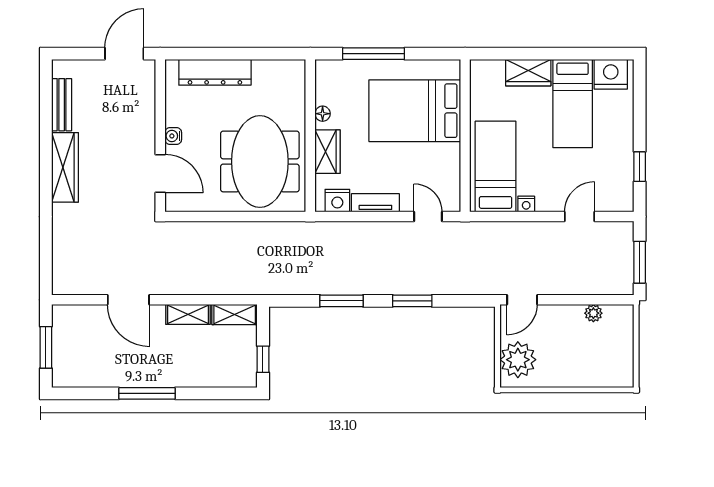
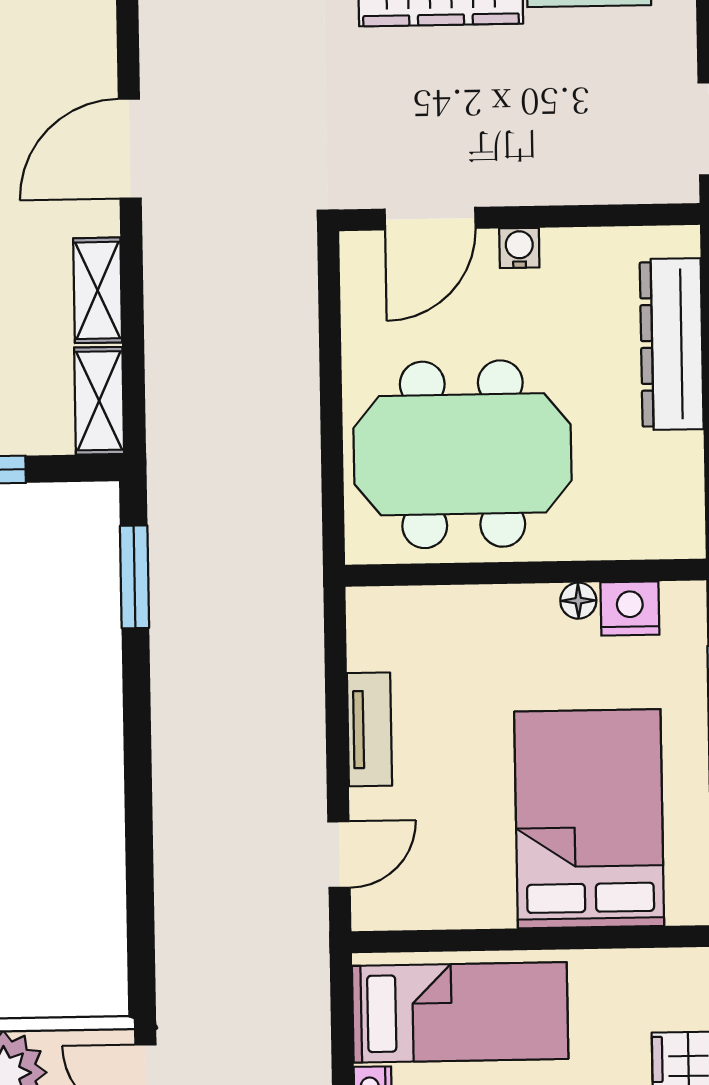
wardrobe: (328, 152) -> (489, 614), removed
nightstand: (337, 201) -> (630, 609), moved, turned 90
window: (342, 301) -> (134, 577), moved
window: (412, 301) -> (139, 821), removed

